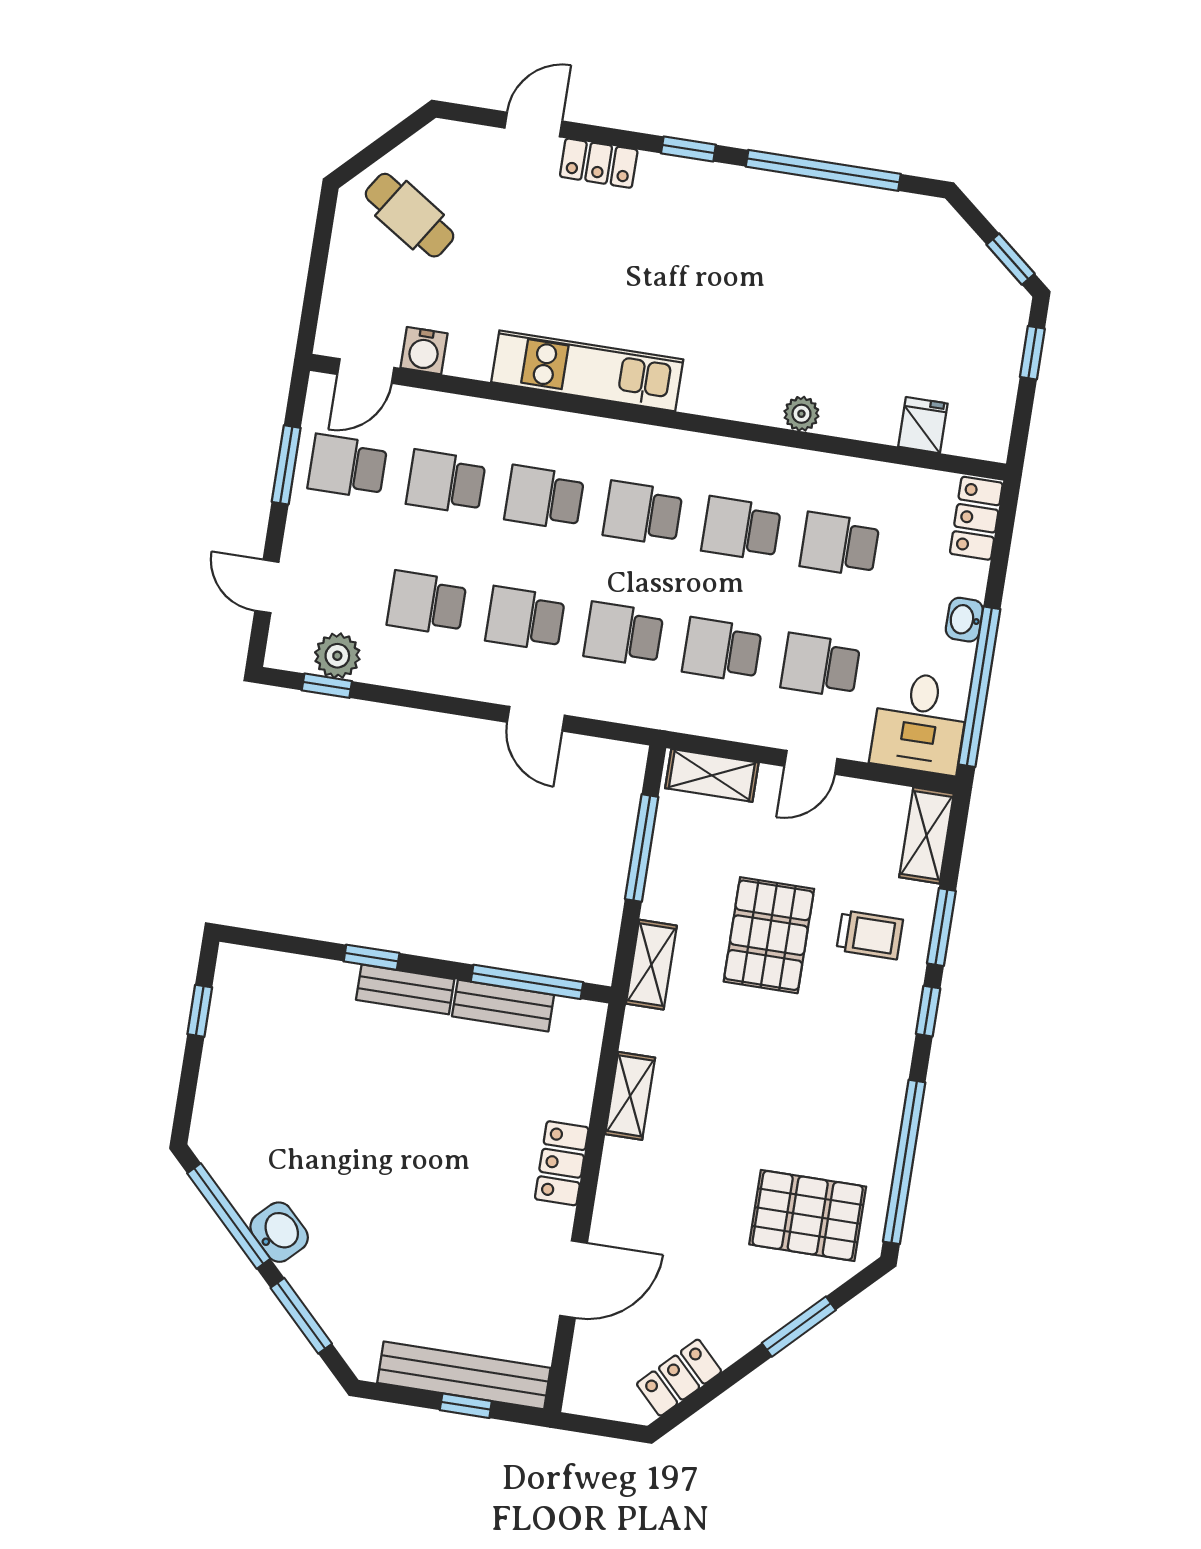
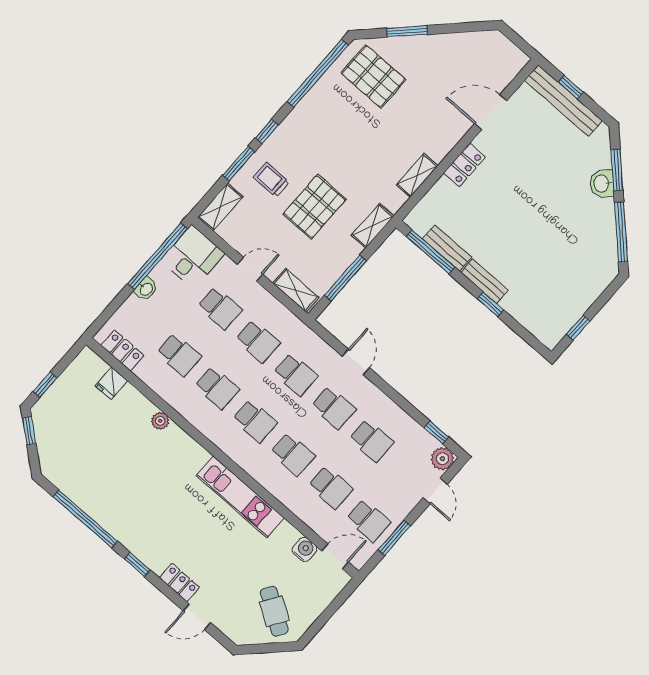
locker: (976, 518) -> (122, 350), moved, turned -90
plant: (337, 656) -> (442, 459), moved
washbasin: (279, 1232) -> (602, 184), moved
locker: (679, 1378) -> (472, 42), removed

